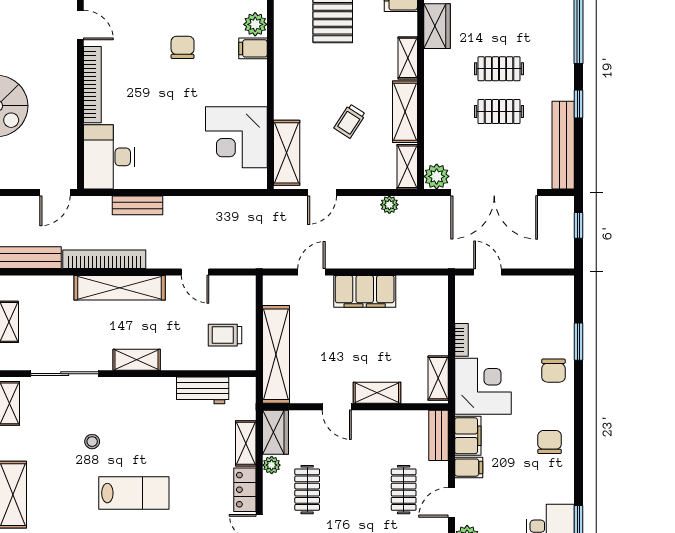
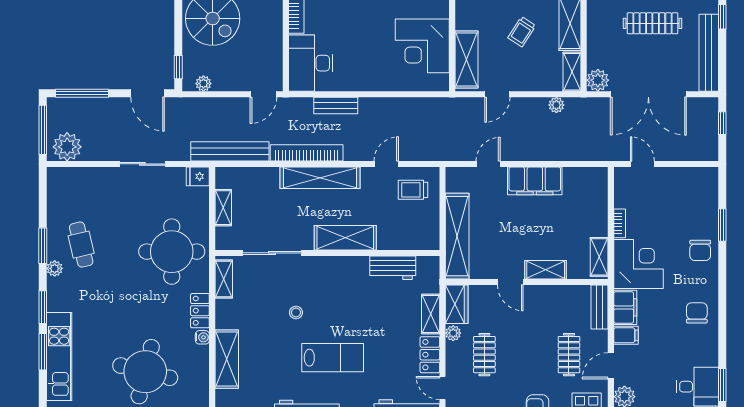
clothes rail: (499, 112) -> (652, 23), width x1.36
door: (195, 272) -> (386, 164), swing flipped
trolley: (225, 335) -> (413, 190), moved
shelving: (137, 360) -> (345, 238), width x1.50, depth x1.33

